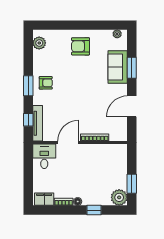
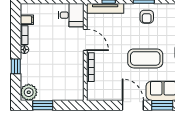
coffee table: (86, 84) -> (145, 58), added
door: (132, 106) -> (133, 105), moved
filing cabinet: (44, 199) -> (27, 20), width x0.50

